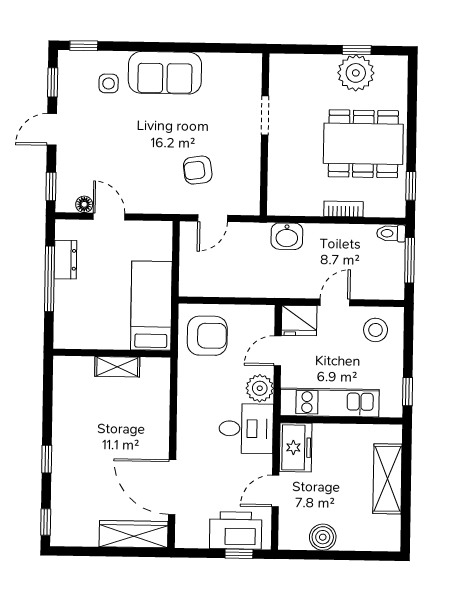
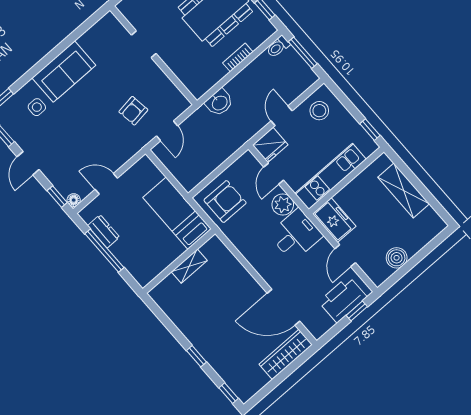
floor lamp: (84, 204) -> (74, 200), moved

